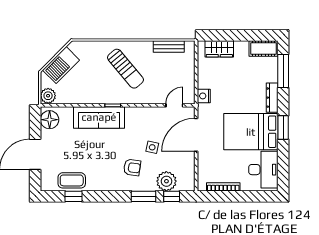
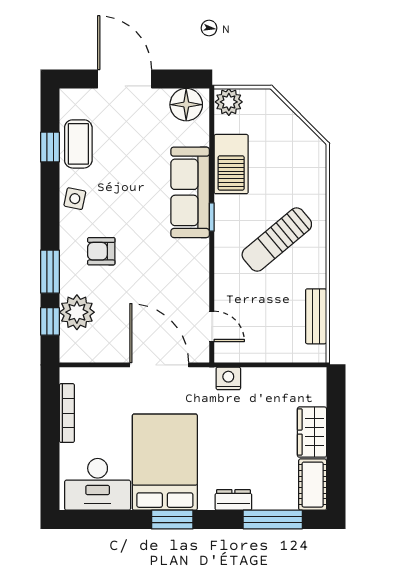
wardrobe: (219, 49) -> (312, 432), moved
barbecue: (61, 65) -> (231, 164), moved, turned -135
dresser: (272, 98) -> (233, 500), width x0.70
side table: (152, 147) -> (75, 199), moved
armchair: (132, 168) -> (101, 251), turned 82

